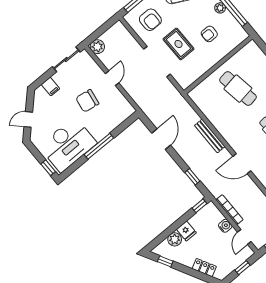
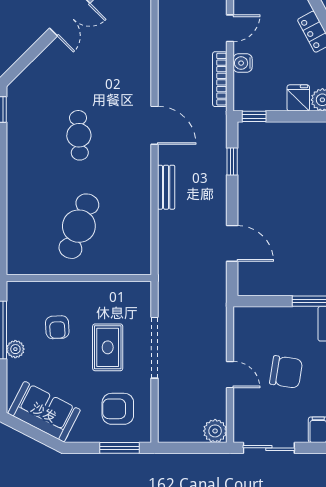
armchair: (150, 20) -> (118, 409), turned -90
armchair: (209, 34) -> (57, 327), turned 87
door: (112, 78) -> (230, 375), swing flipped
cafe table: (238, 89) -> (79, 226), turned 30
bench: (210, 136) -> (166, 187), width x0.73
door: (161, 139) -> (232, 243), swing flipped

